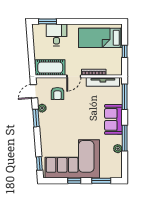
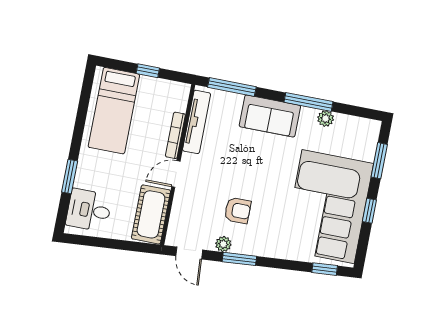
window: (48, 21) -> (70, 176), moved
desk: (56, 35) -> (89, 210), moved
door: (74, 76) -> (176, 174), swing flipped
armchair: (57, 93) -> (238, 210), moved

